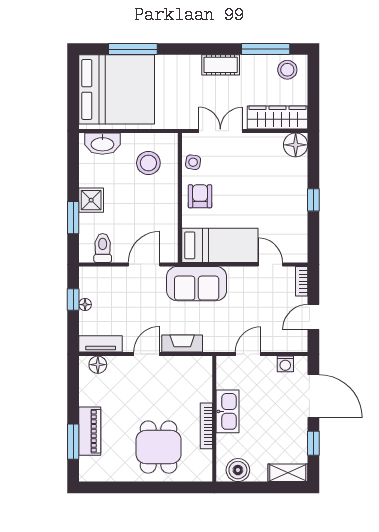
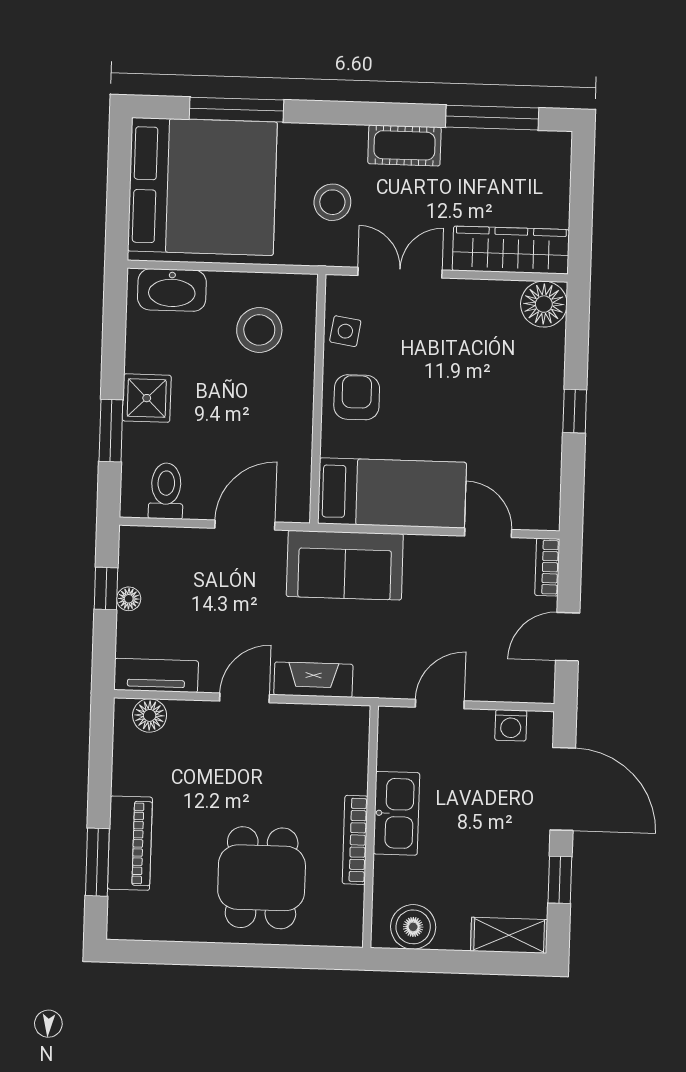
stool: (287, 70) -> (332, 202), moved

